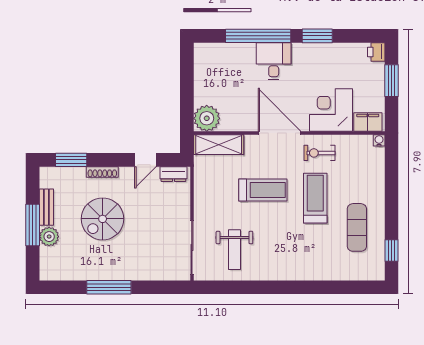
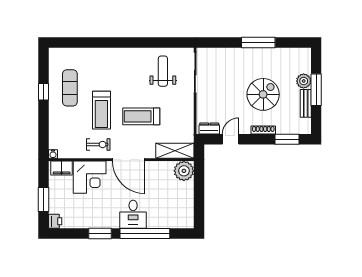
window: (391, 251) -> (44, 92), moved

